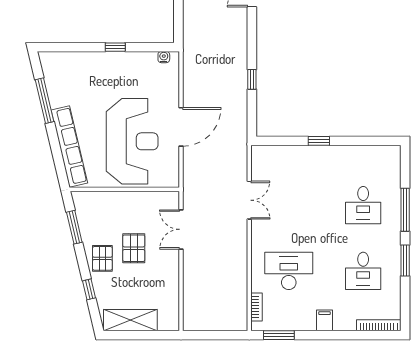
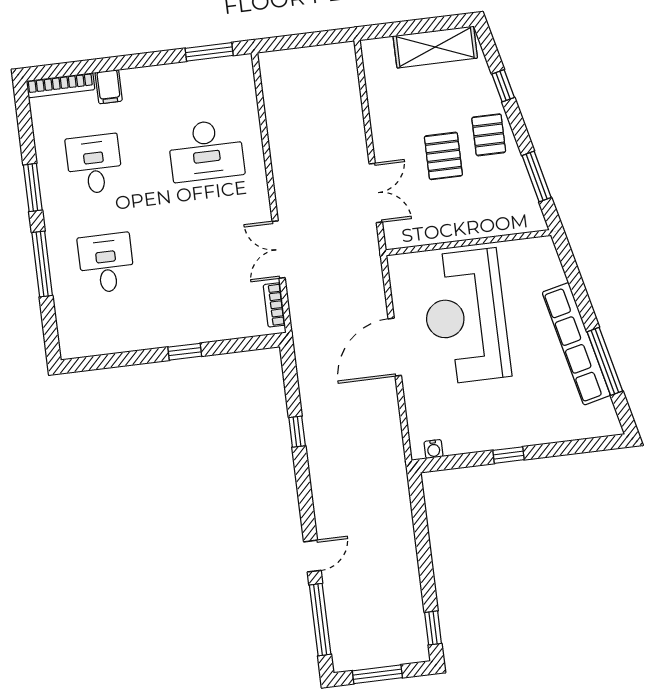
row of seats: (69, 146) -> (576, 344), moved
bookcase: (257, 307) -> (274, 305), moved
filing cabinet: (324, 320) -> (109, 87), moved

